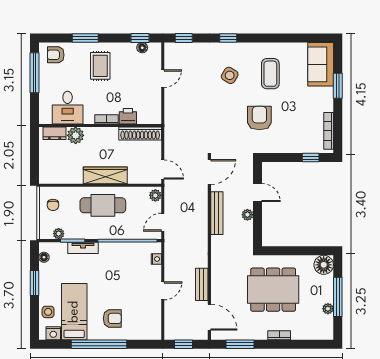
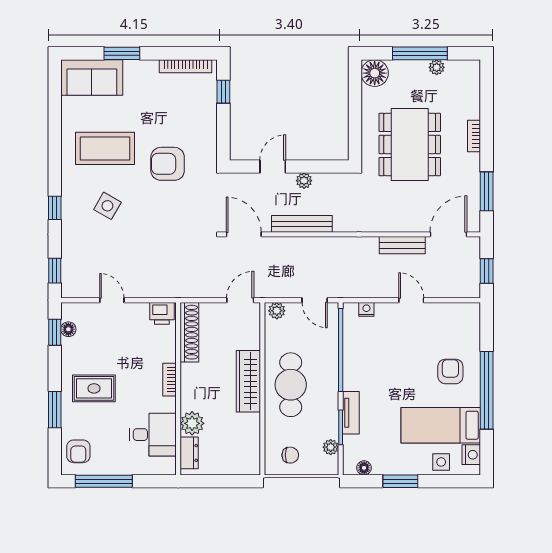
coffee table: (270, 74) -> (105, 148), width x1.36, depth x1.32
printer: (128, 116) -> (162, 313), moved, turned -90

